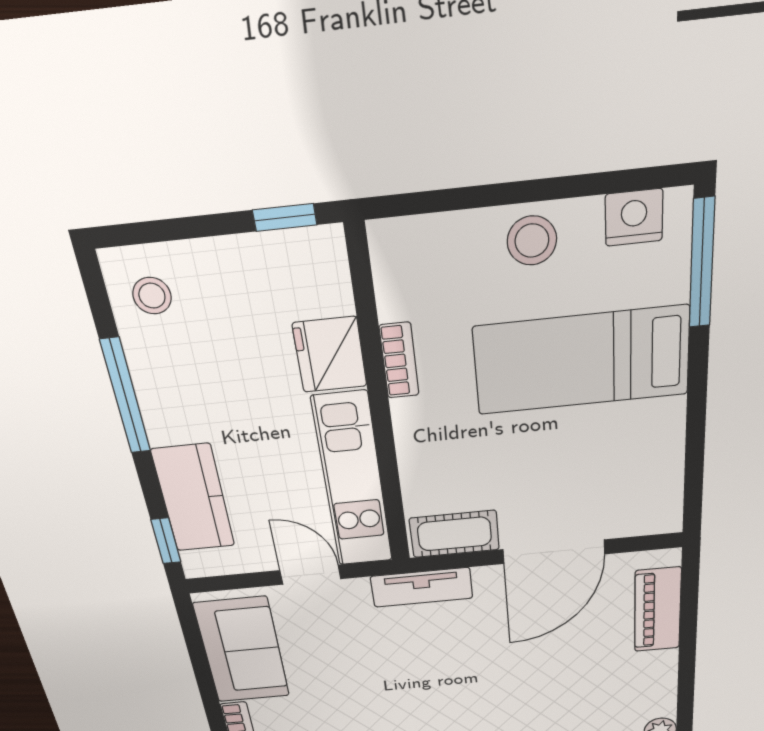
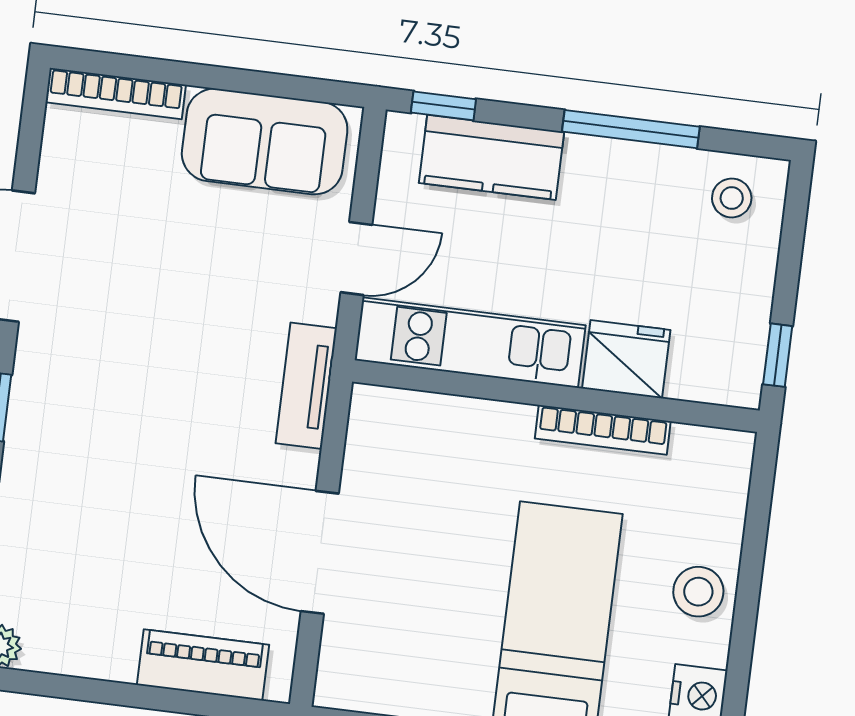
bookcase: (399, 360) -> (603, 430), width x1.56
cot: (454, 534) -> (373, 441), removed

